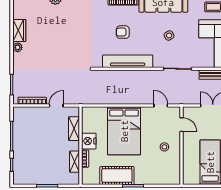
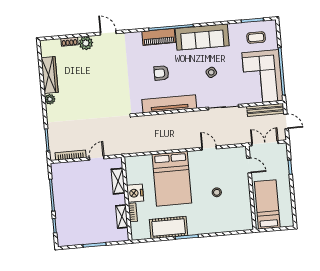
wardrobe: (19, 30) -> (50, 75), width x1.50
door: (181, 125) -> (249, 165), moved
wall: (181, 146) -> (251, 188), moved

